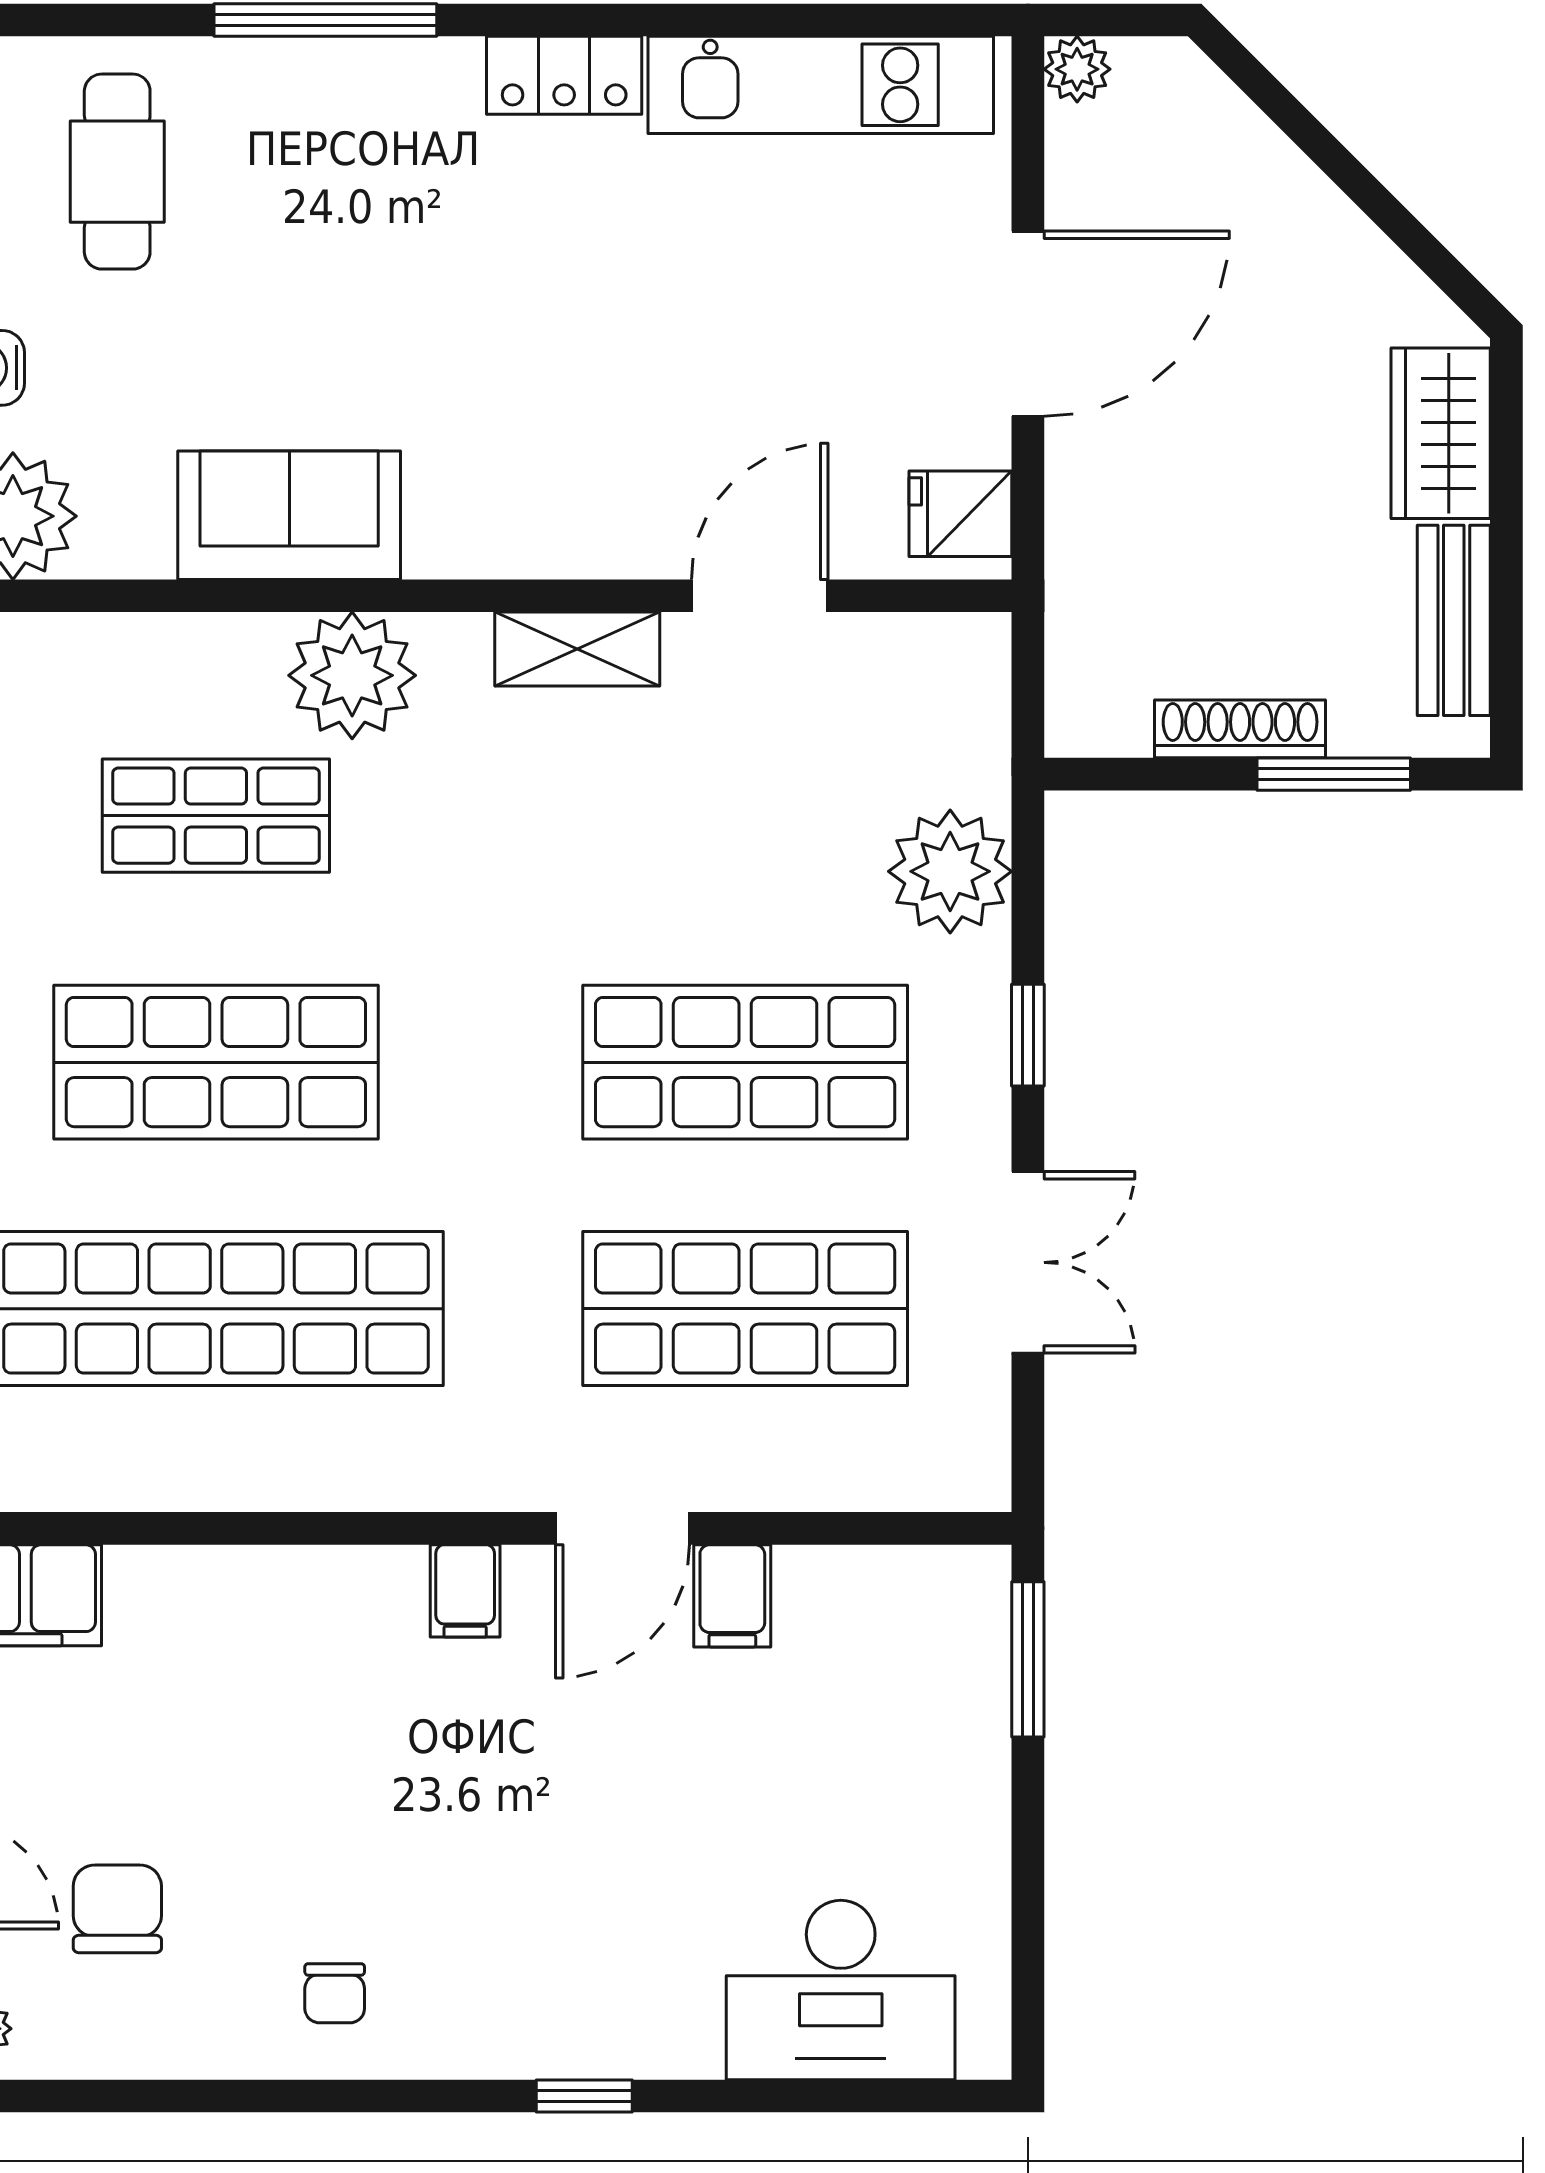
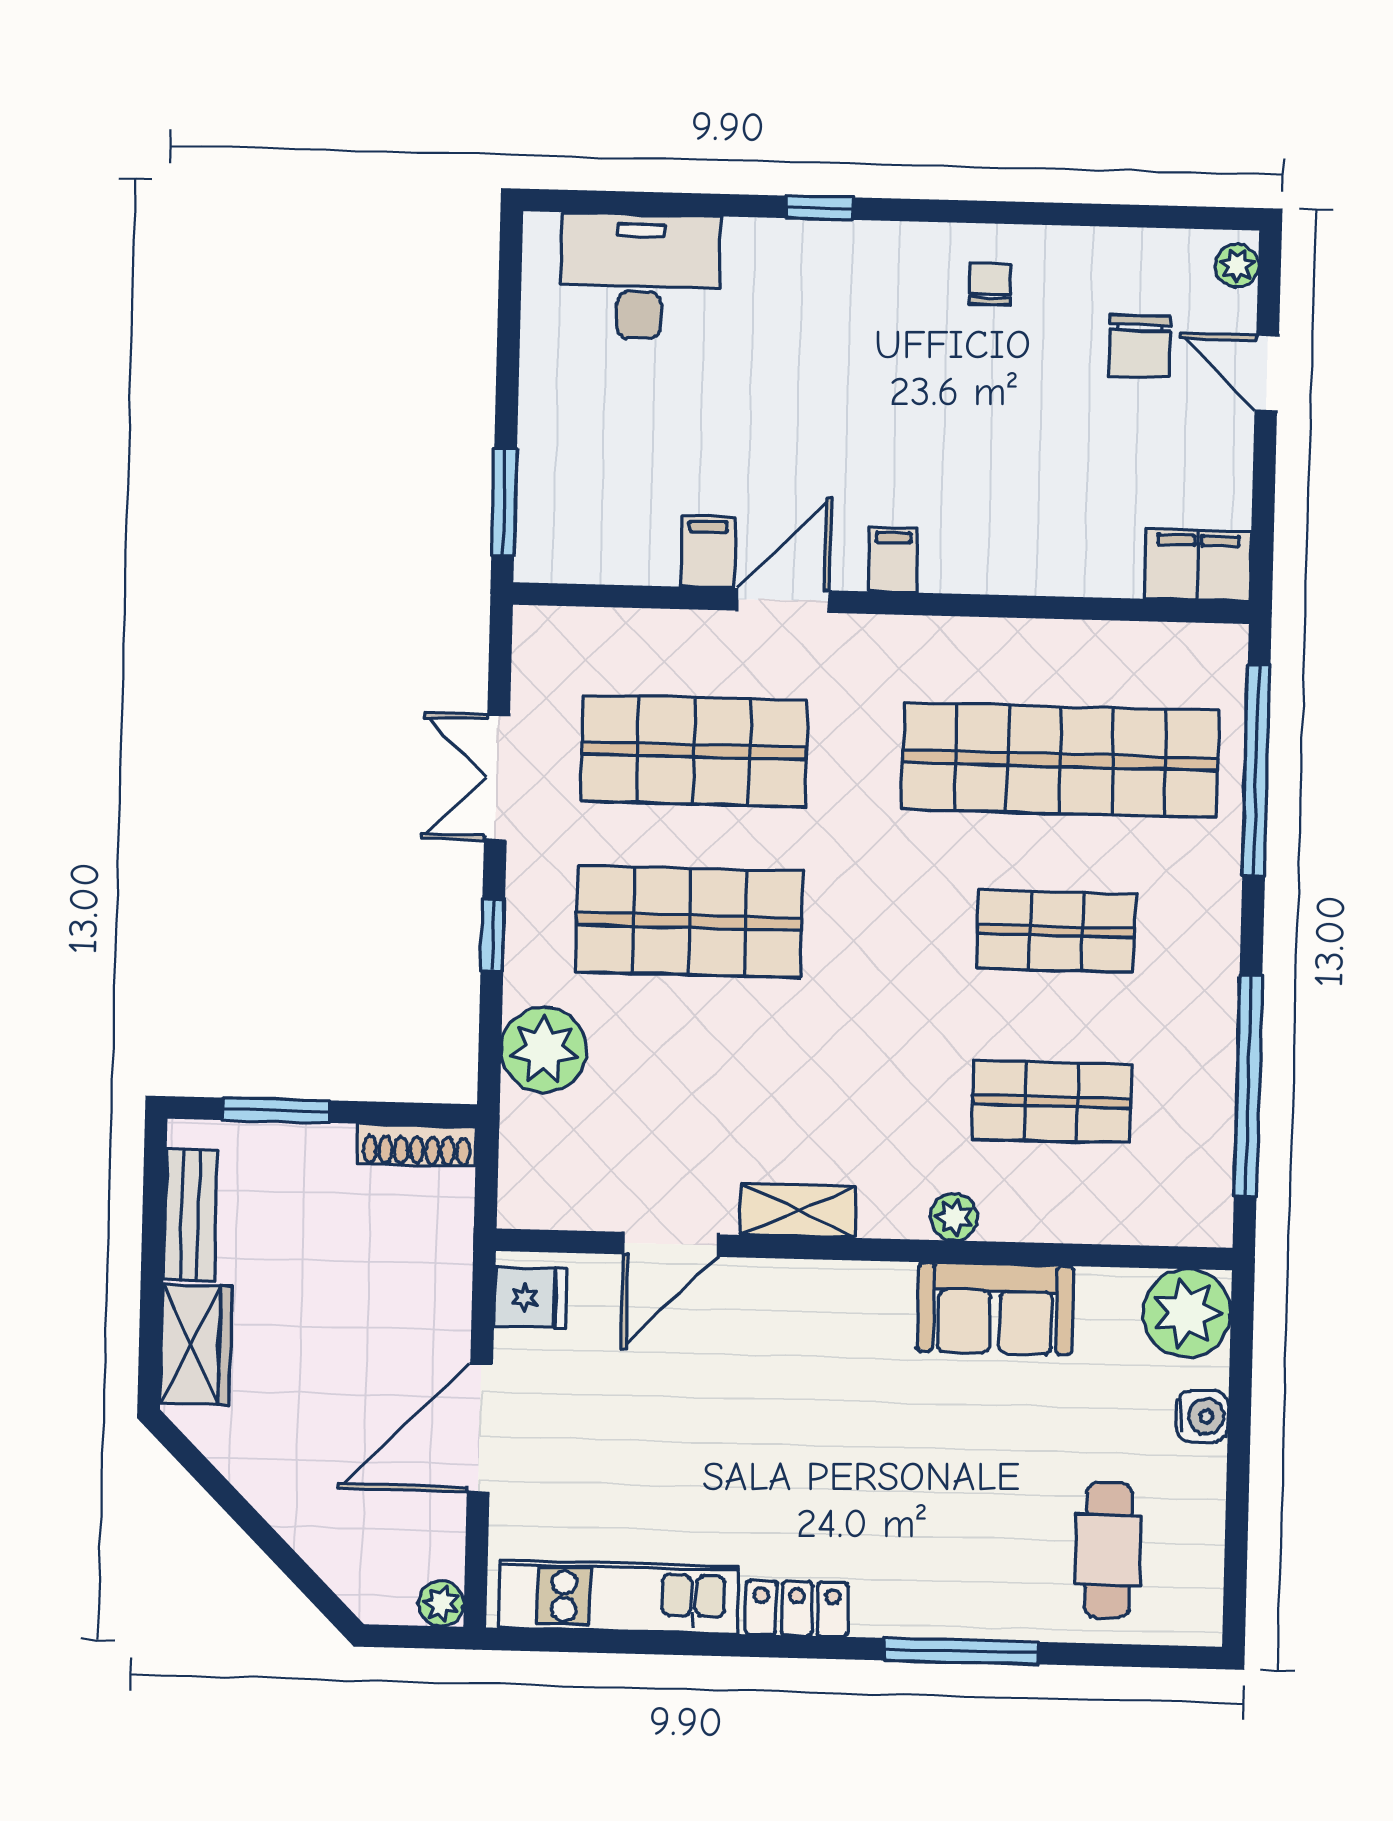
plant: (352, 675) -> (954, 1217), width x0.53, depth x0.53
shoe rack: (1240, 729) -> (417, 1145), moved
shop shelf: (216, 1062) -> (1056, 931), width x0.70, depth x0.74

